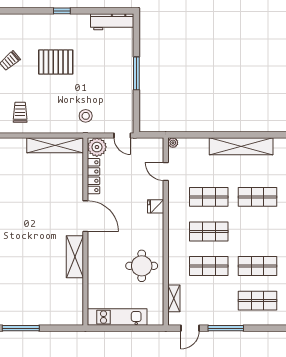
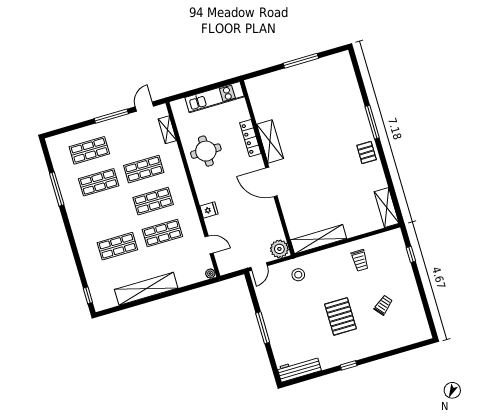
pallet: (56, 62) -> (340, 316), turned 90
door: (122, 136) -> (259, 266), swing flipped
locker: (94, 176) -> (250, 138), moved

